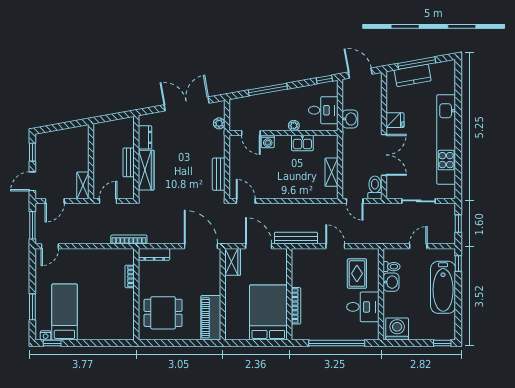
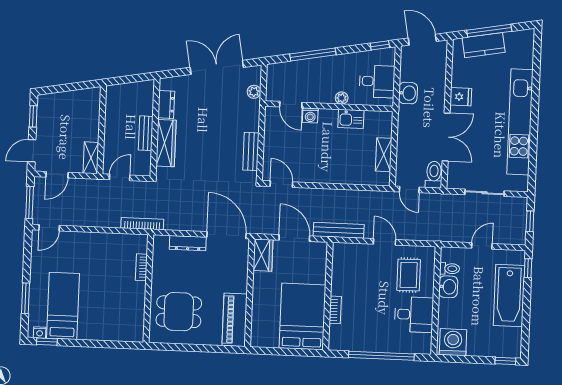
dresser: (154, 254) -> (188, 243), moved
bookcase: (296, 306) -> (335, 310), width x0.64

